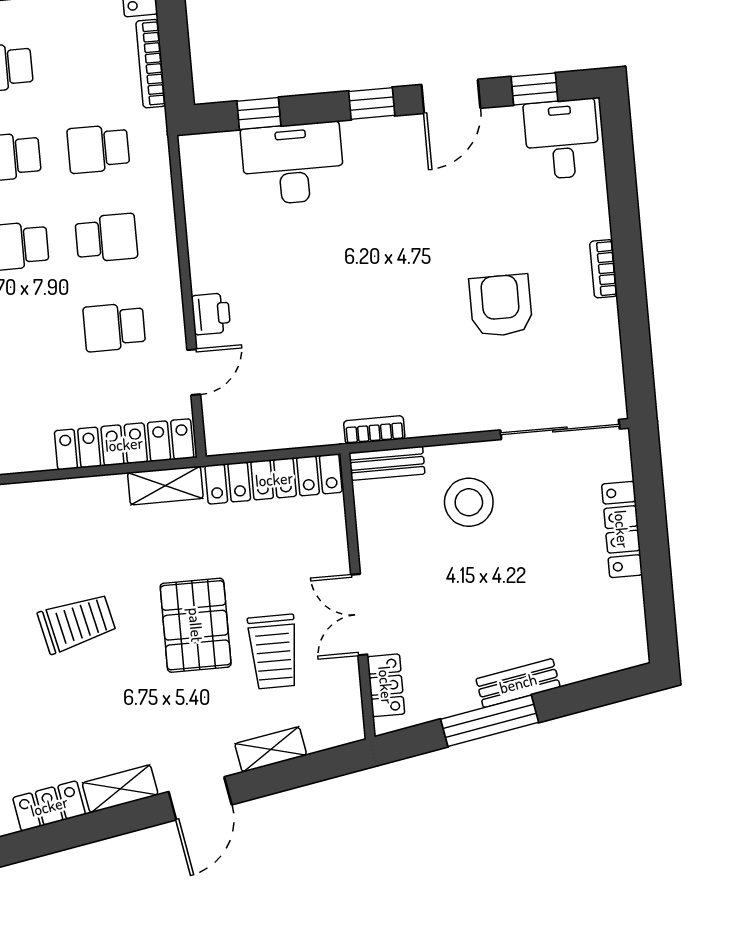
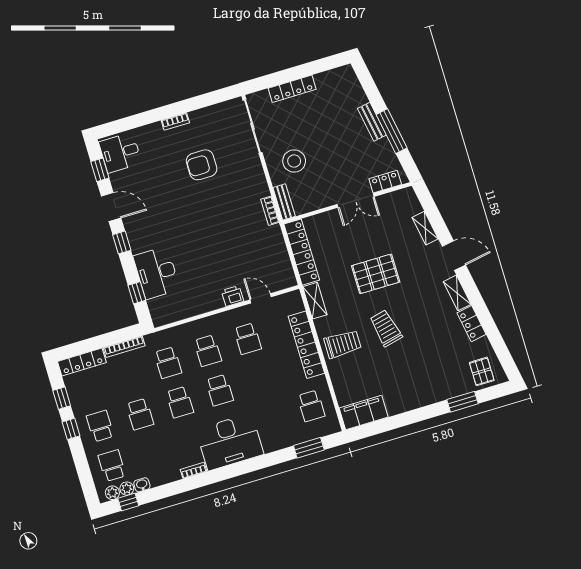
school desk: (106, 238) -> (208, 351), turned 180
locker: (124, 444) -> (306, 345), moved
trolley: (273, 652) -> (343, 344), moved

